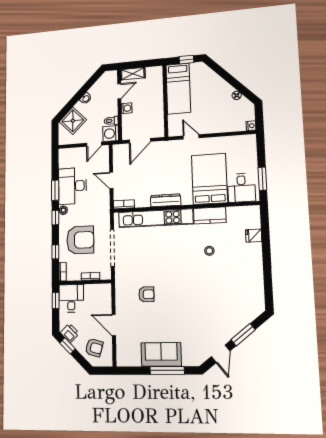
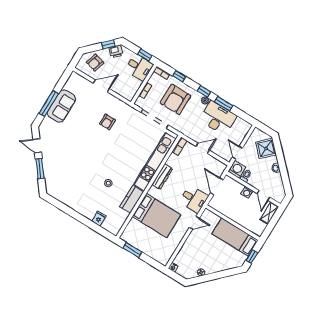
desk: (241, 188) -> (194, 199), moved, turned 180

